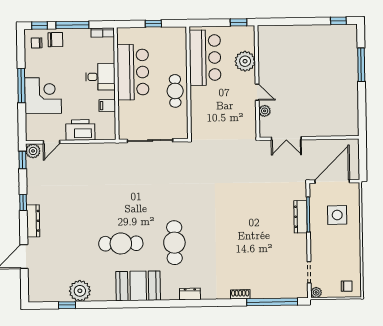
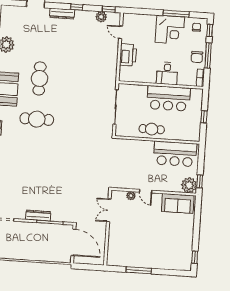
chair: (55, 40) -> (197, 57), moved
sofa: (270, 49) -> (178, 203), added
plant: (245, 61) -> (189, 185), moved
window: (361, 65) -> (139, 270), moved
window: (21, 86) -> (176, 14), moved
door: (257, 92) -> (146, 191), hinge flipped
corner desk: (43, 96) -> (170, 30), moved
filing cabinet: (107, 105) -> (145, 77), removed
plant: (33, 151) -> (101, 17), moved
side table: (337, 215) -> (48, 244), removed
dresser: (301, 217) -> (38, 216), moved

